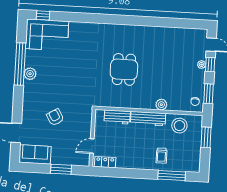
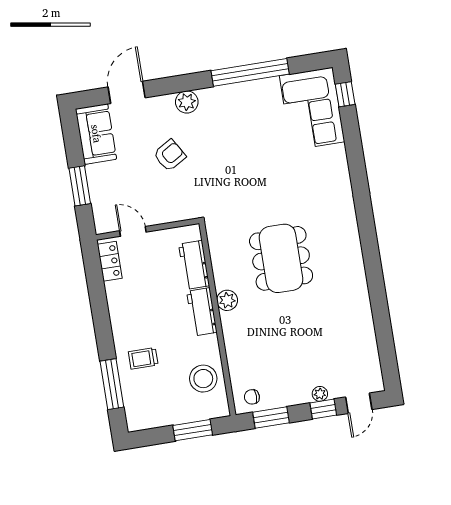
dining table: (124, 69) -> (281, 258), width x1.37
plant: (30, 74) -> (187, 102), moved
plant: (161, 105) -> (227, 300), moved
workbench: (148, 119) -> (202, 312), width x0.73

